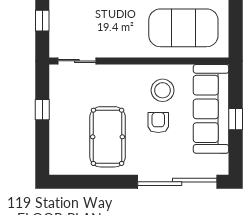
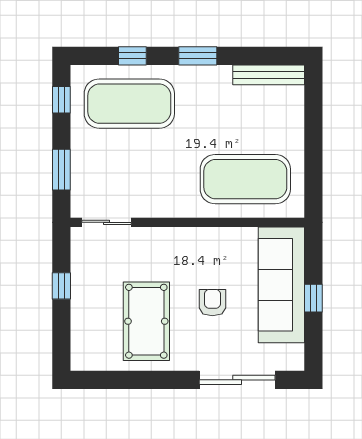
window: (42, 21) -> (61, 170), width x1.50
stool: (163, 90) -> (218, 261), removed
sliding door: (177, 182) -> (237, 380), width x0.73

